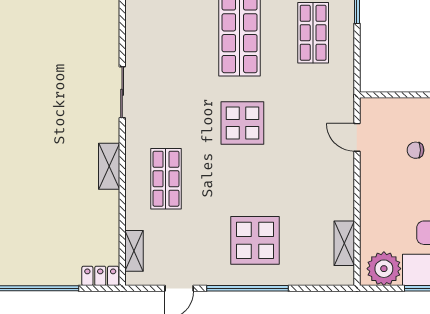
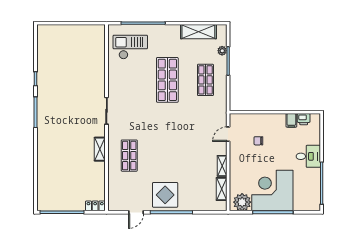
display table: (242, 123) -> (169, 127), removed
door: (357, 137) -> (228, 134), hinge flipped
display table: (255, 240) -> (165, 195), moved
shelving: (134, 251) -> (222, 166), moved

